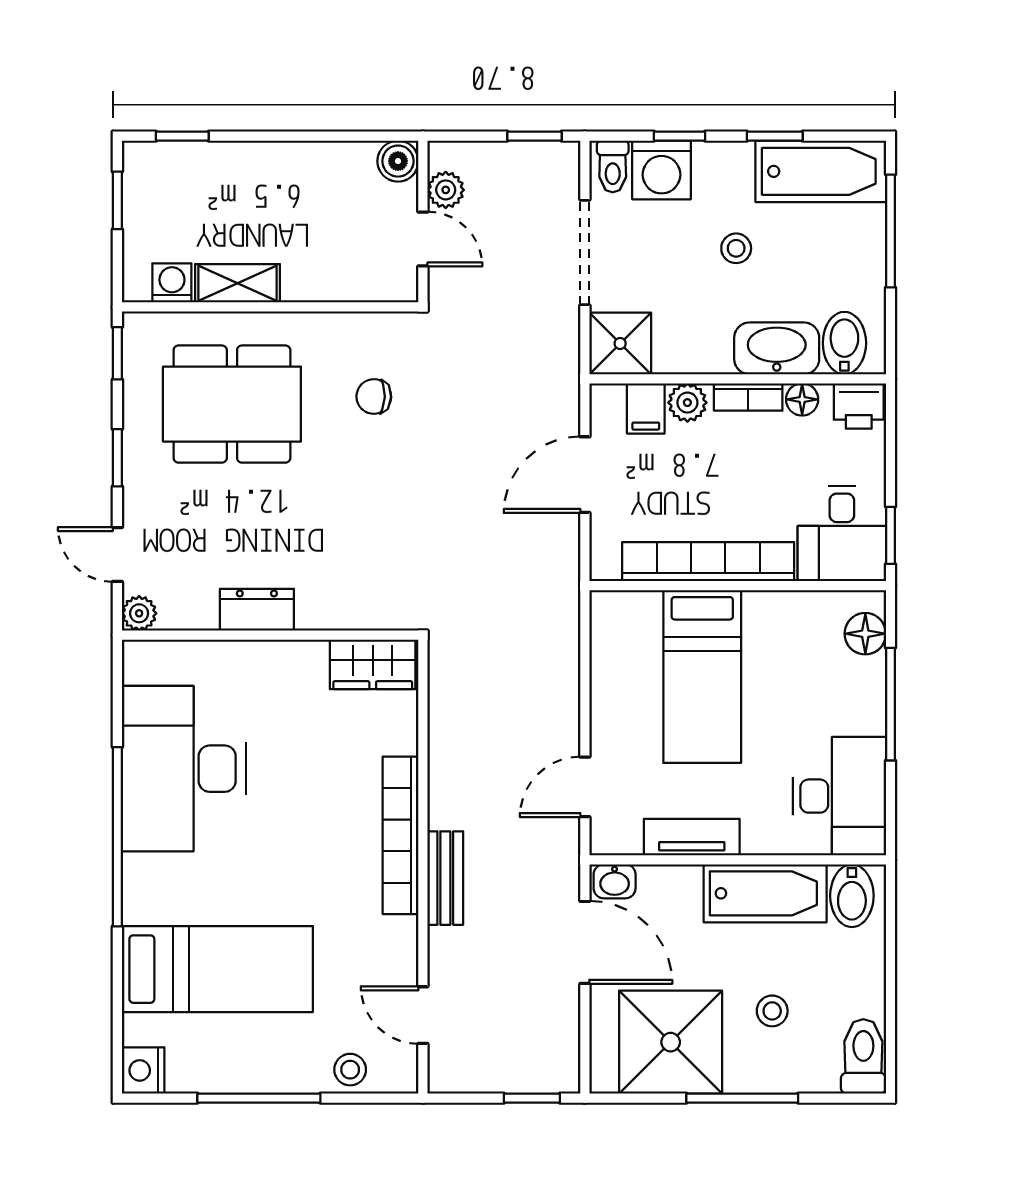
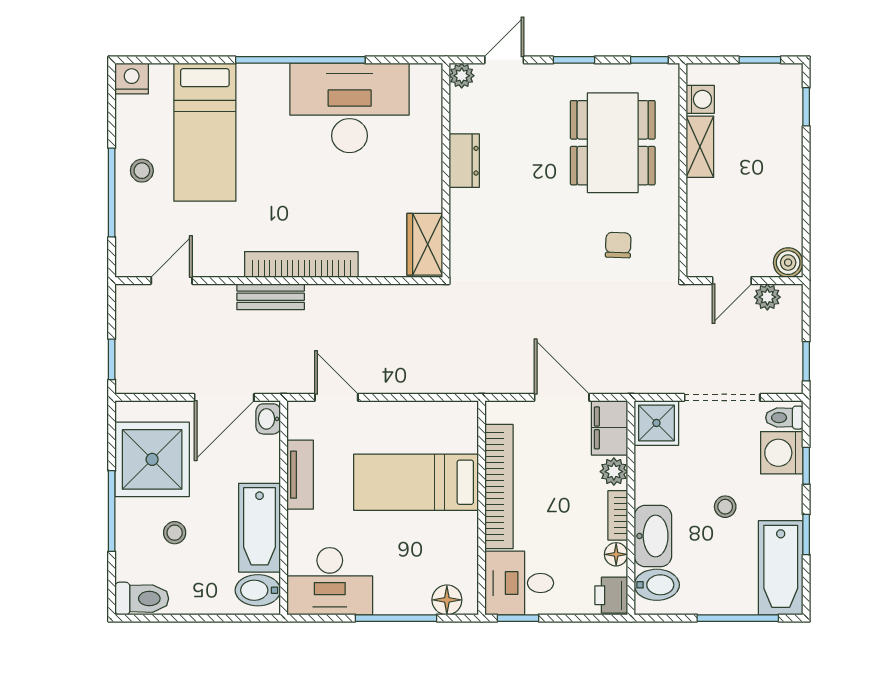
filing cabinet: (646, 408) -> (610, 428), width x2.00
stool: (350, 1070) -> (142, 171), moved
window: (259, 1098) -> (112, 192), moved

